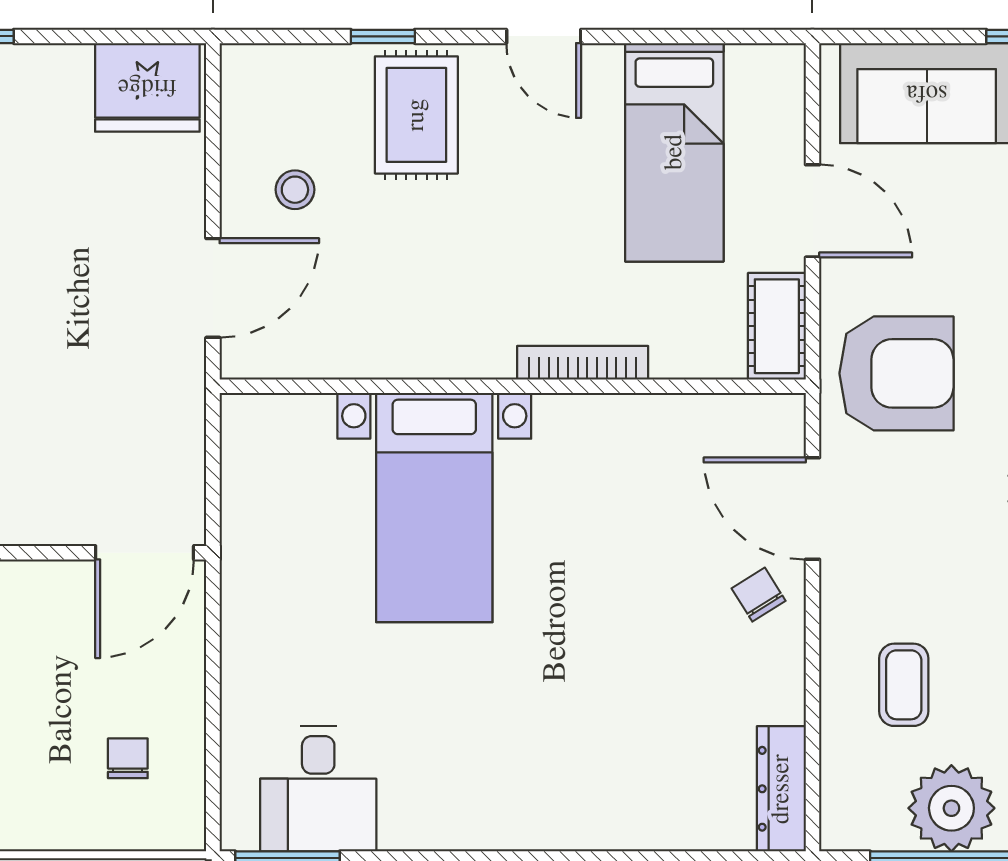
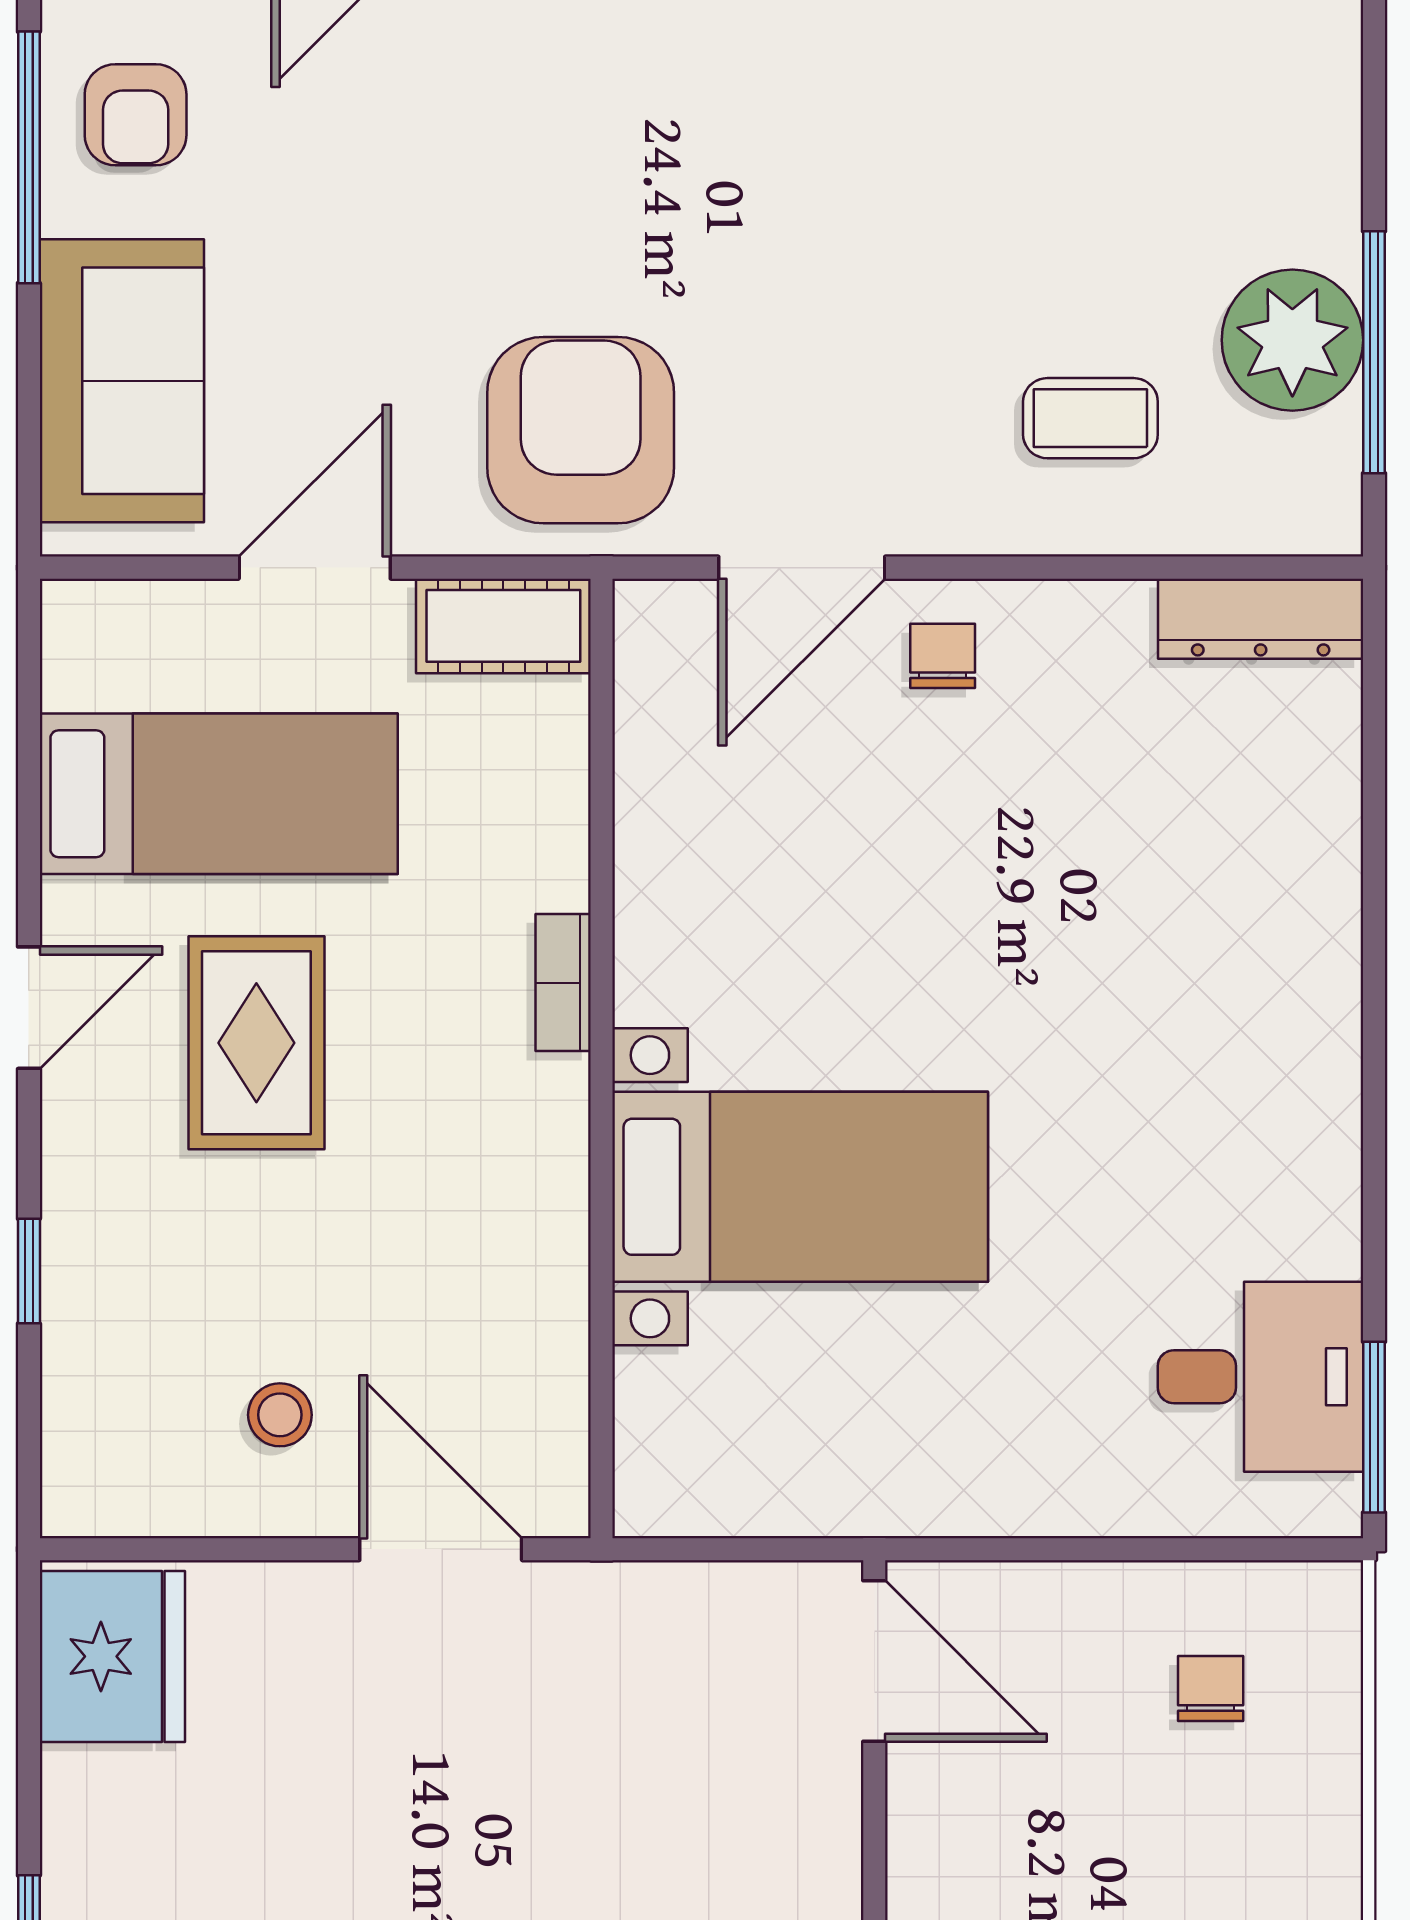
rug: (416, 115) -> (256, 1043), moved, turned 90
bookcase: (583, 363) -> (563, 983), width x0.64
chair: (759, 595) -> (943, 656), turned 122
chair: (128, 758) -> (1211, 1688), turned 90

